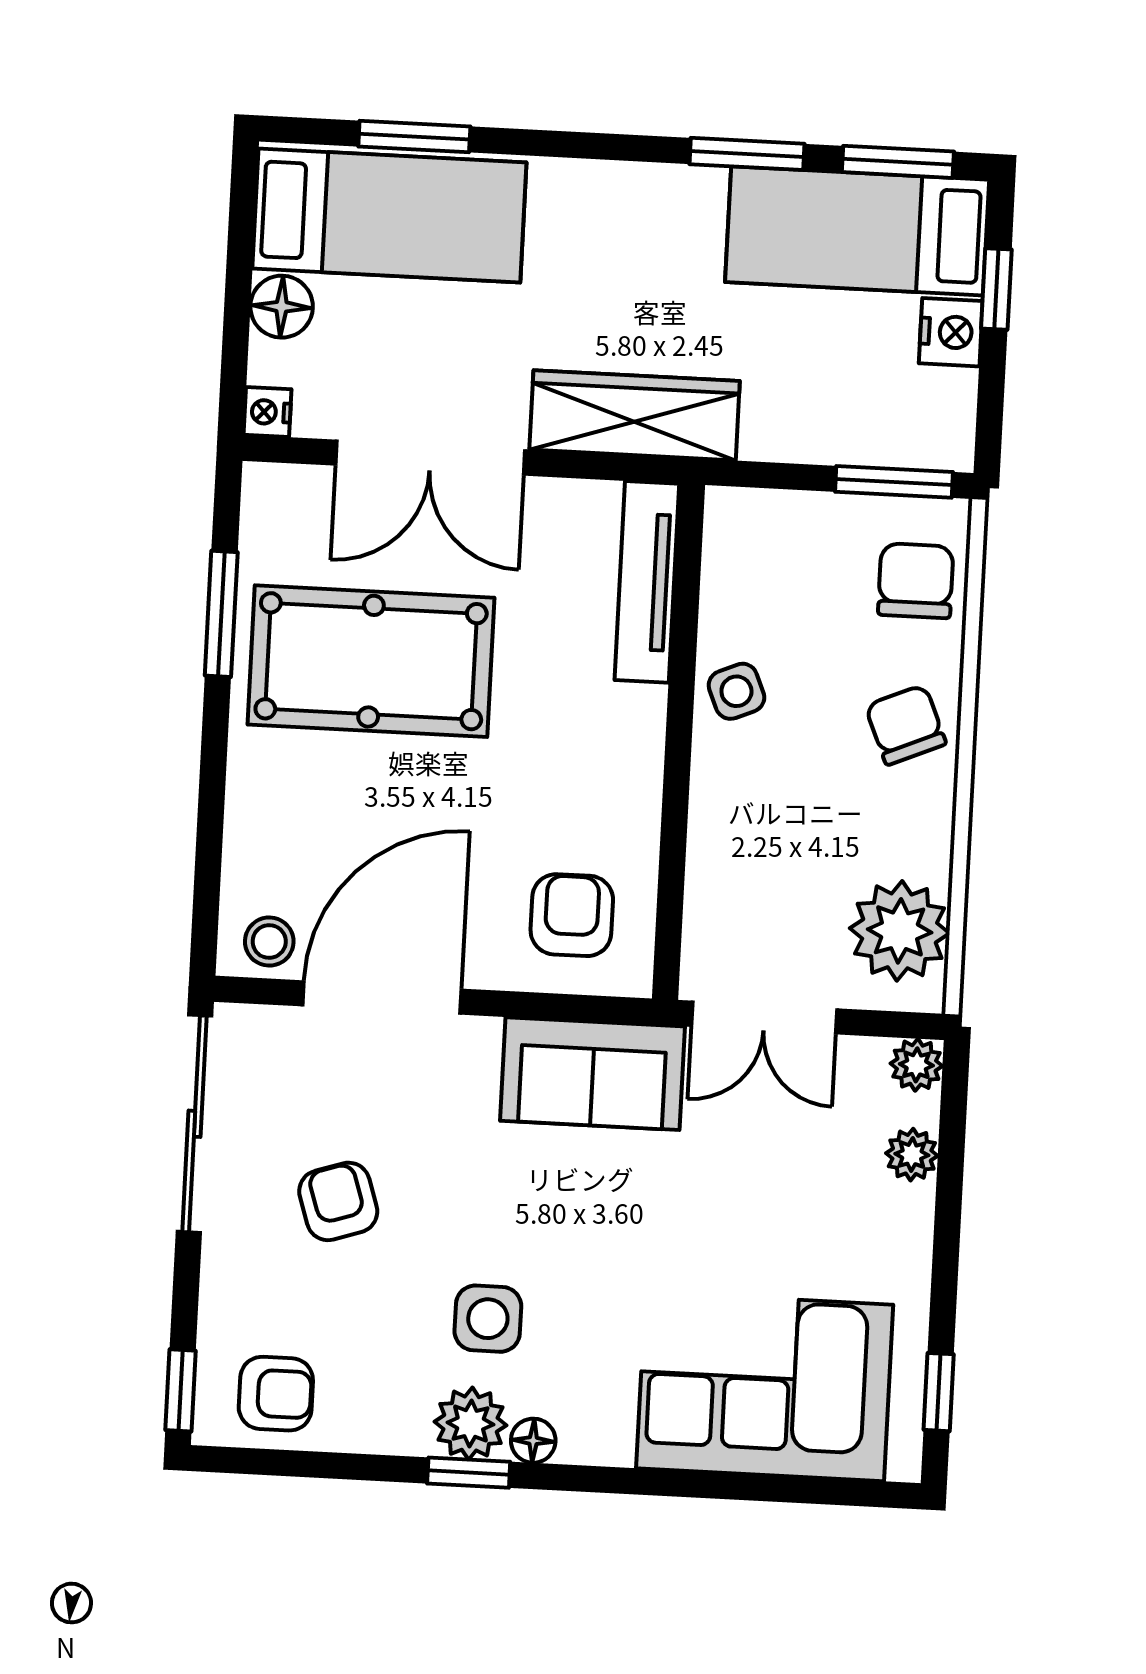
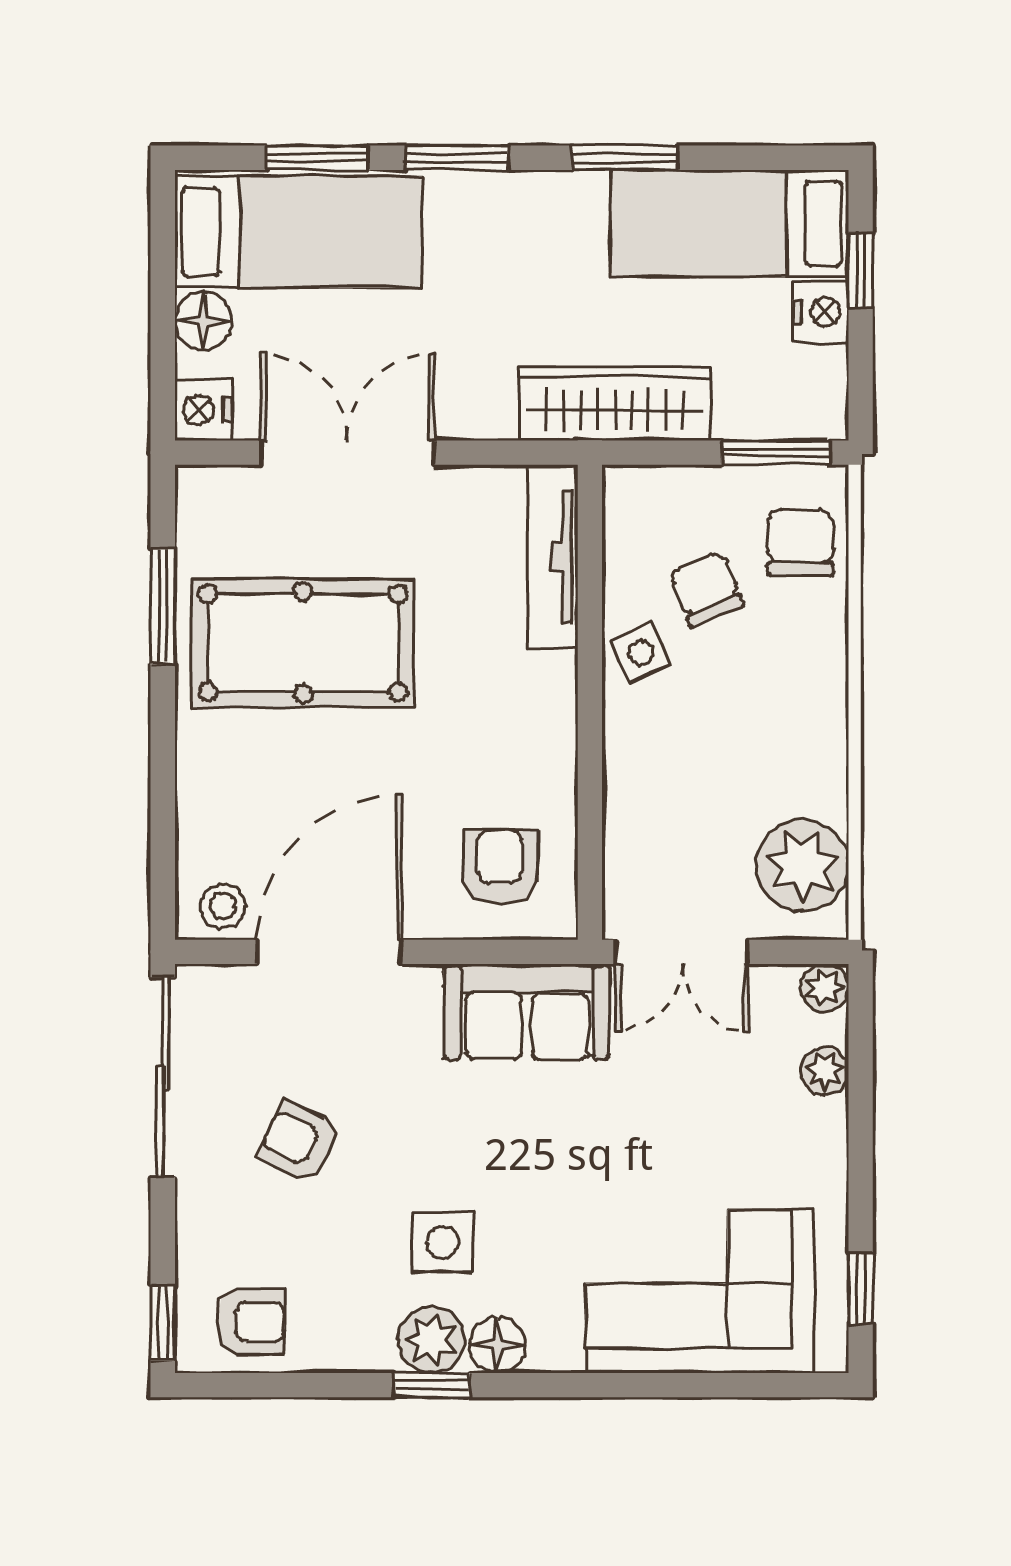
window: (898, 162) -> (457, 158), moved
nightstand: (268, 412) -> (203, 410), width x1.39, depth x1.35
wardrobe: (635, 415) -> (615, 404), moved
double door: (430, 458) -> (347, 453), swing flipped
chair: (906, 725) -> (706, 589), moved
armchair: (338, 1201) -> (299, 1142), turned -46
floor lamp: (533, 1441) -> (497, 1345), width x1.37, depth x1.37

